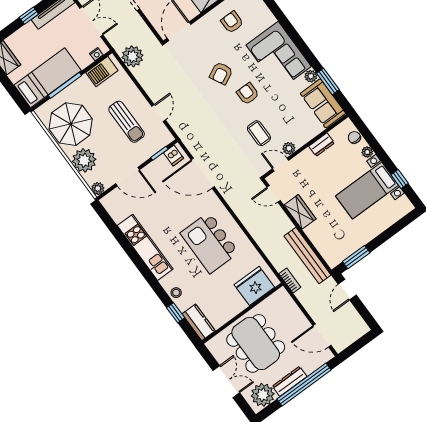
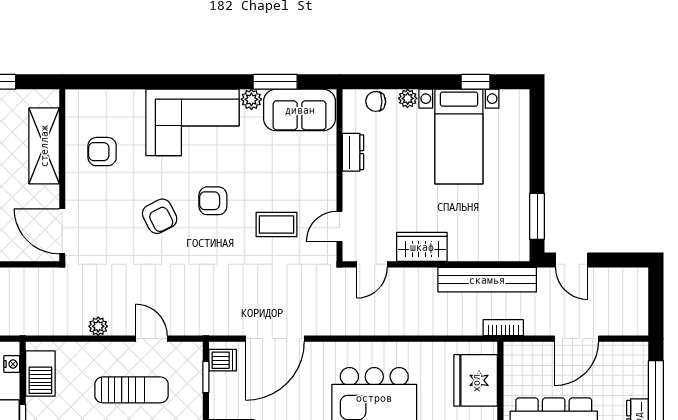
plant: (132, 56) -> (98, 326), moved, width x0.53, depth x0.53
plant: (289, 148) -> (326, 199), removed
door: (322, 336) -> (577, 339), moved

